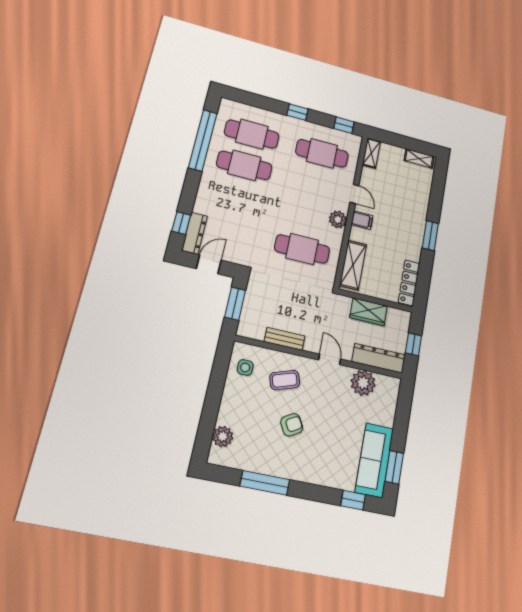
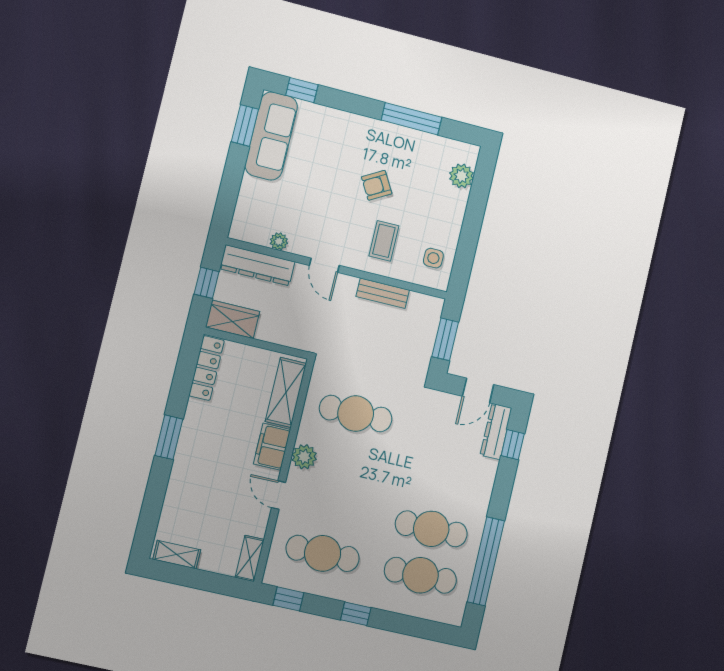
filing cabinet: (362, 220) -> (272, 447), width x2.00
wardrobe: (368, 312) -> (233, 319), moved
coffee table: (285, 380) -> (384, 241), turned -72
plant: (363, 383) -> (279, 241), width x0.53, depth x0.53

